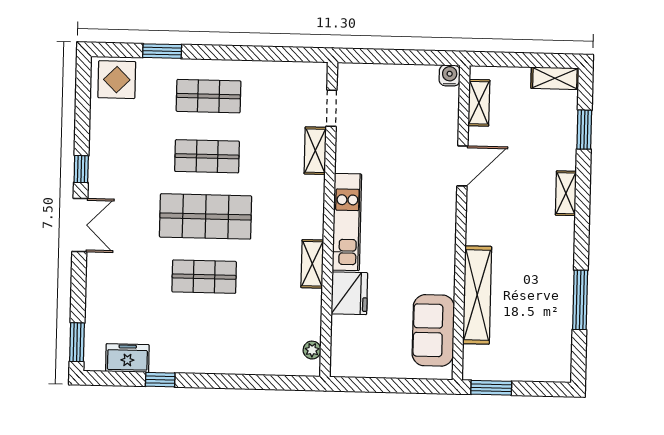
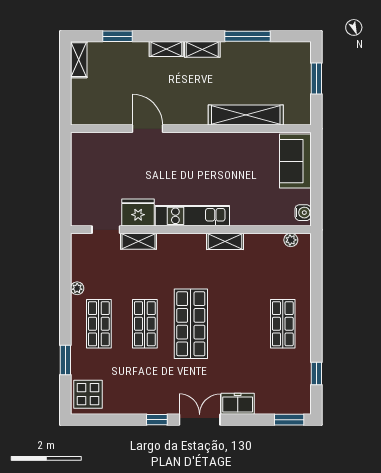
plant: (256, 69) -> (77, 288), added
water cooler: (450, 75) -> (303, 213), moved, turned 180
shelving: (479, 103) -> (202, 49), moved
shop shelf: (204, 277) -> (283, 324), moved
fridge: (349, 293) -> (138, 213), moved
sofa: (433, 330) -> (295, 161), moved, turned 90
freezer: (127, 358) -> (238, 404), moved, turned 90
window: (160, 380) -> (316, 374), moved
window: (491, 388) -> (316, 78), moved

